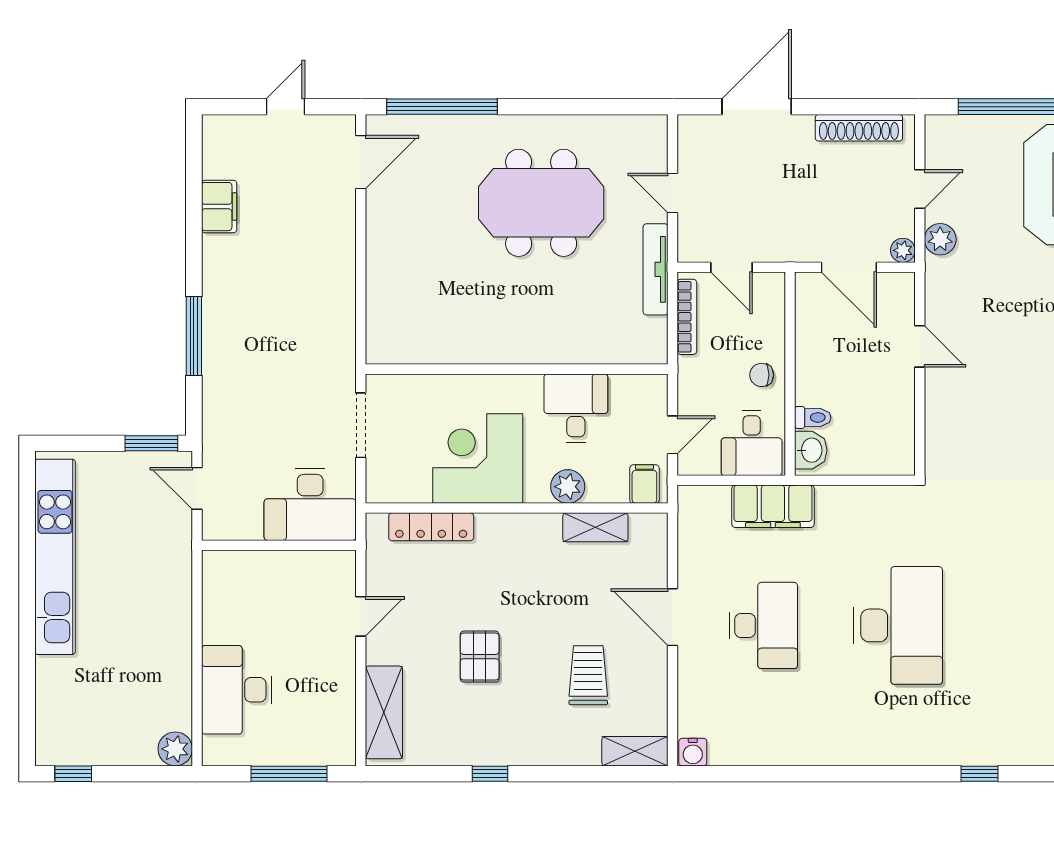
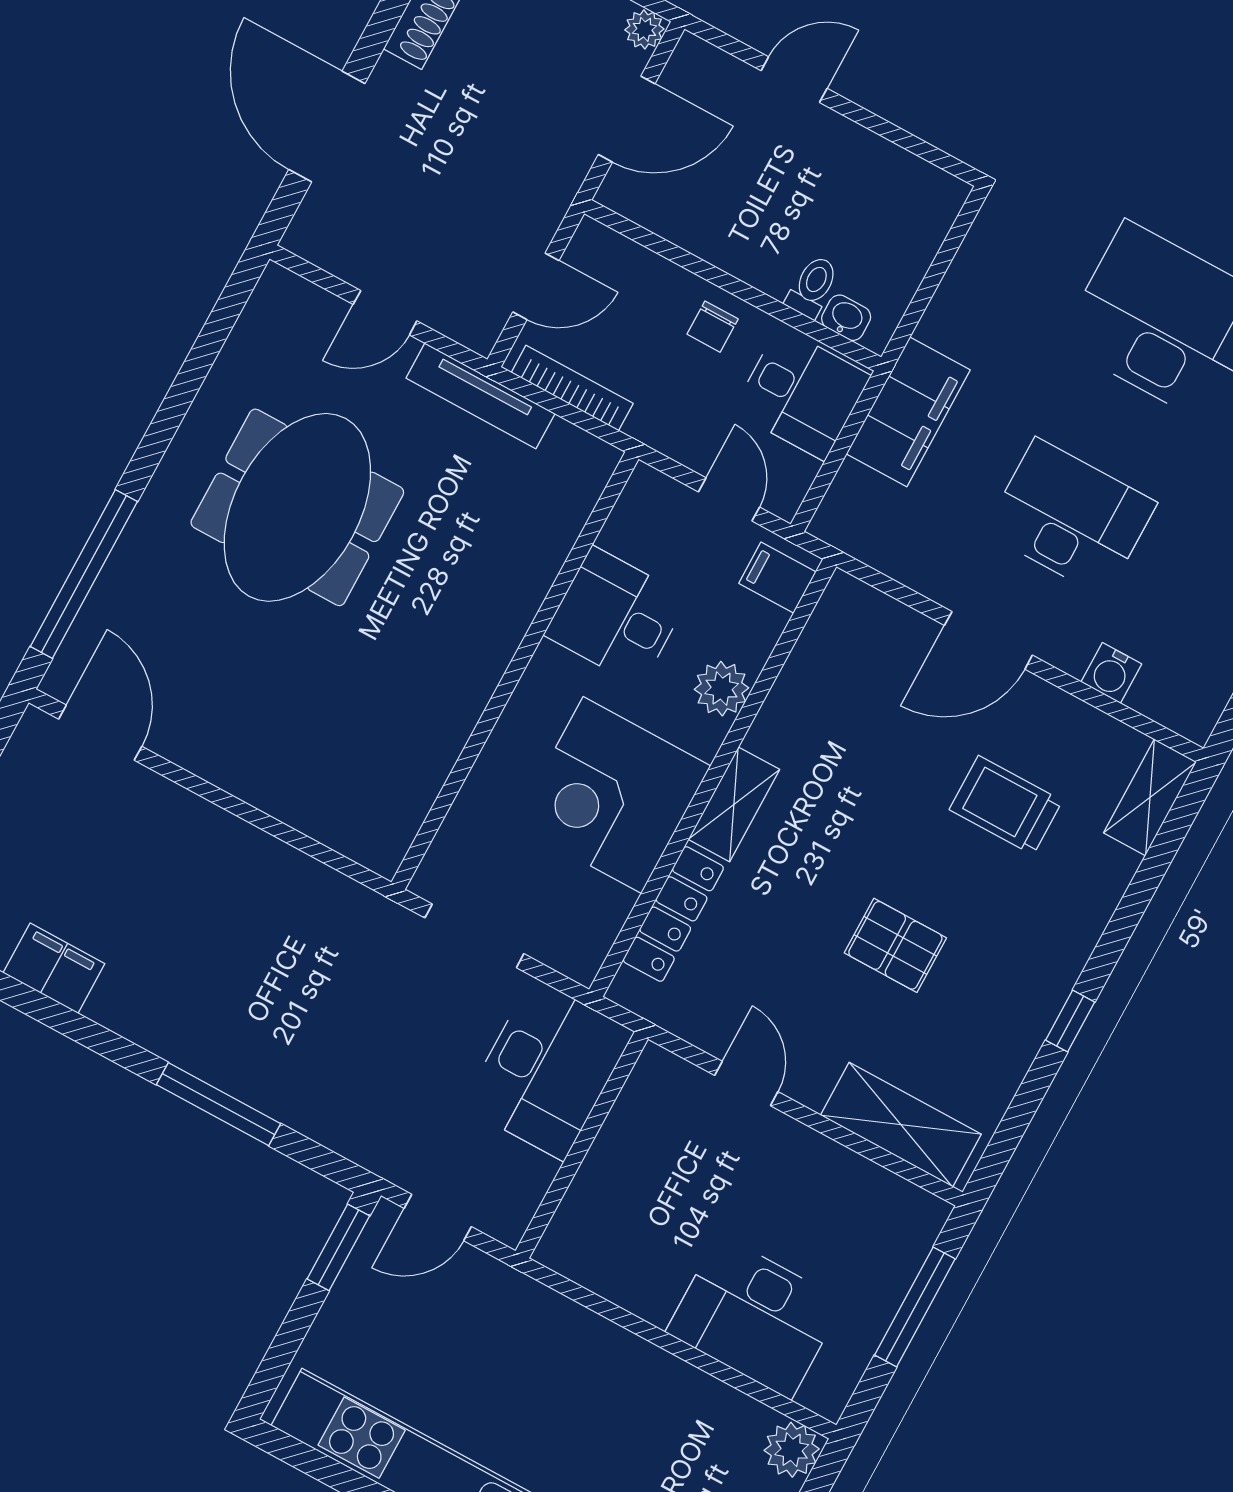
washbasin: (811, 450) -> (846, 318), width x0.72, depth x0.69
shelving: (595, 527) -> (734, 804), moved
water cooler: (693, 752) -> (1111, 673), moved, turned 90

